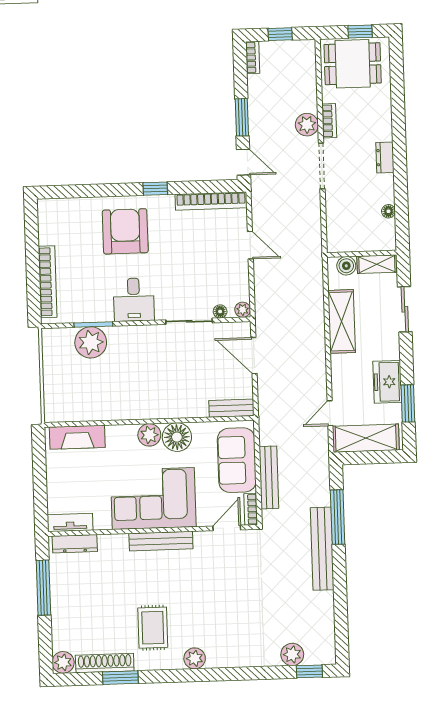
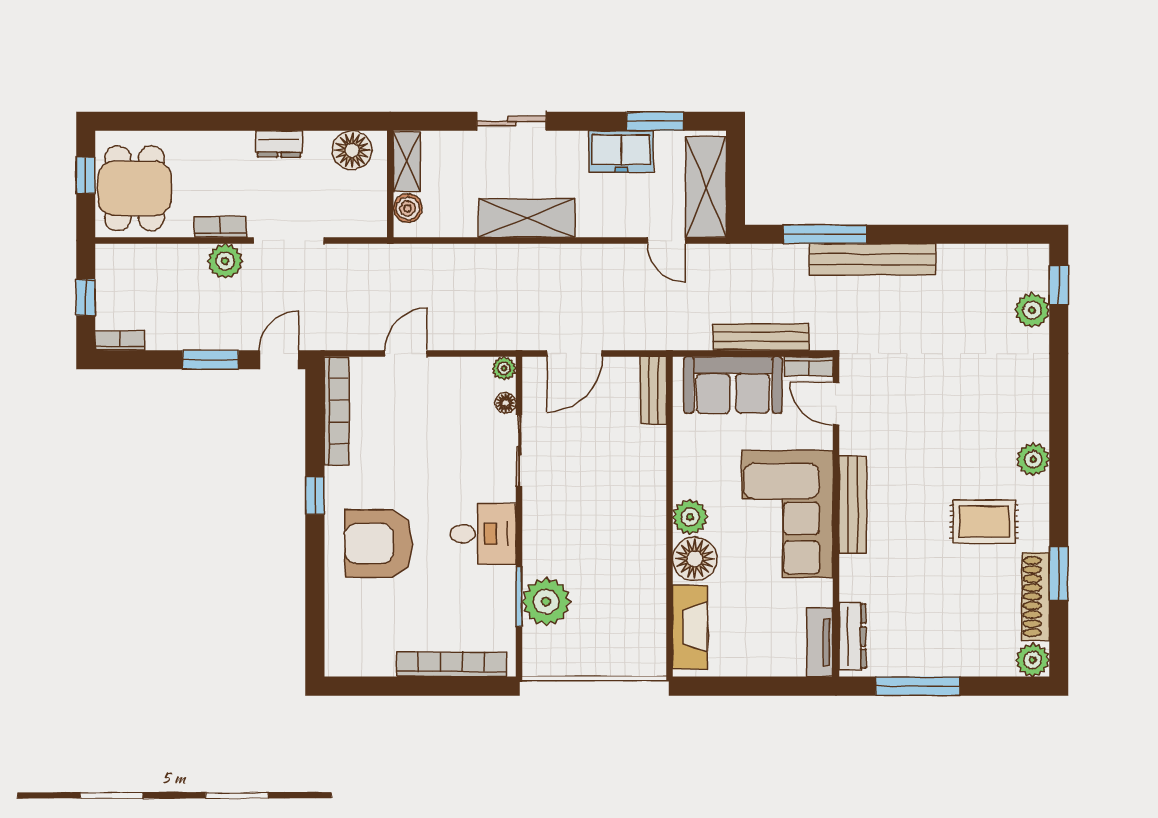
floor lamp: (389, 211) -> (352, 150), width x1.89, depth x1.89
wall: (362, 254) -> (390, 184), moved
shelving: (377, 264) -> (407, 161), moved
boiler: (346, 266) -> (408, 208), moved
floor lamp: (177, 437) -> (695, 559), moved

